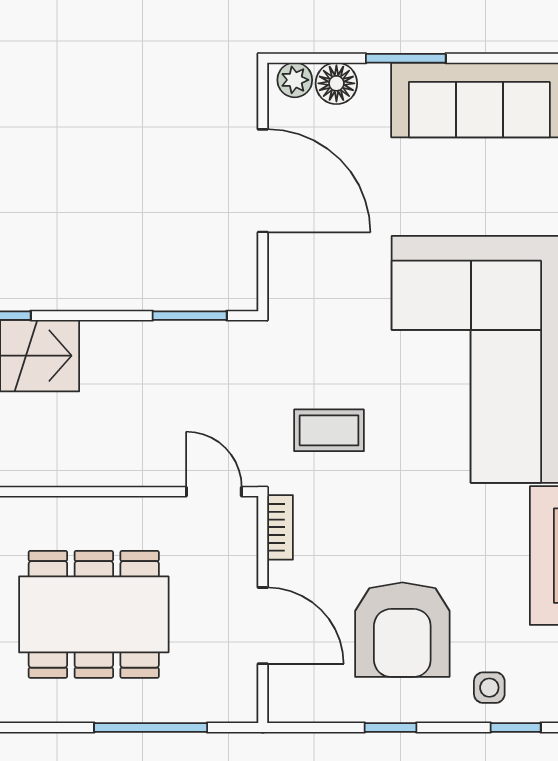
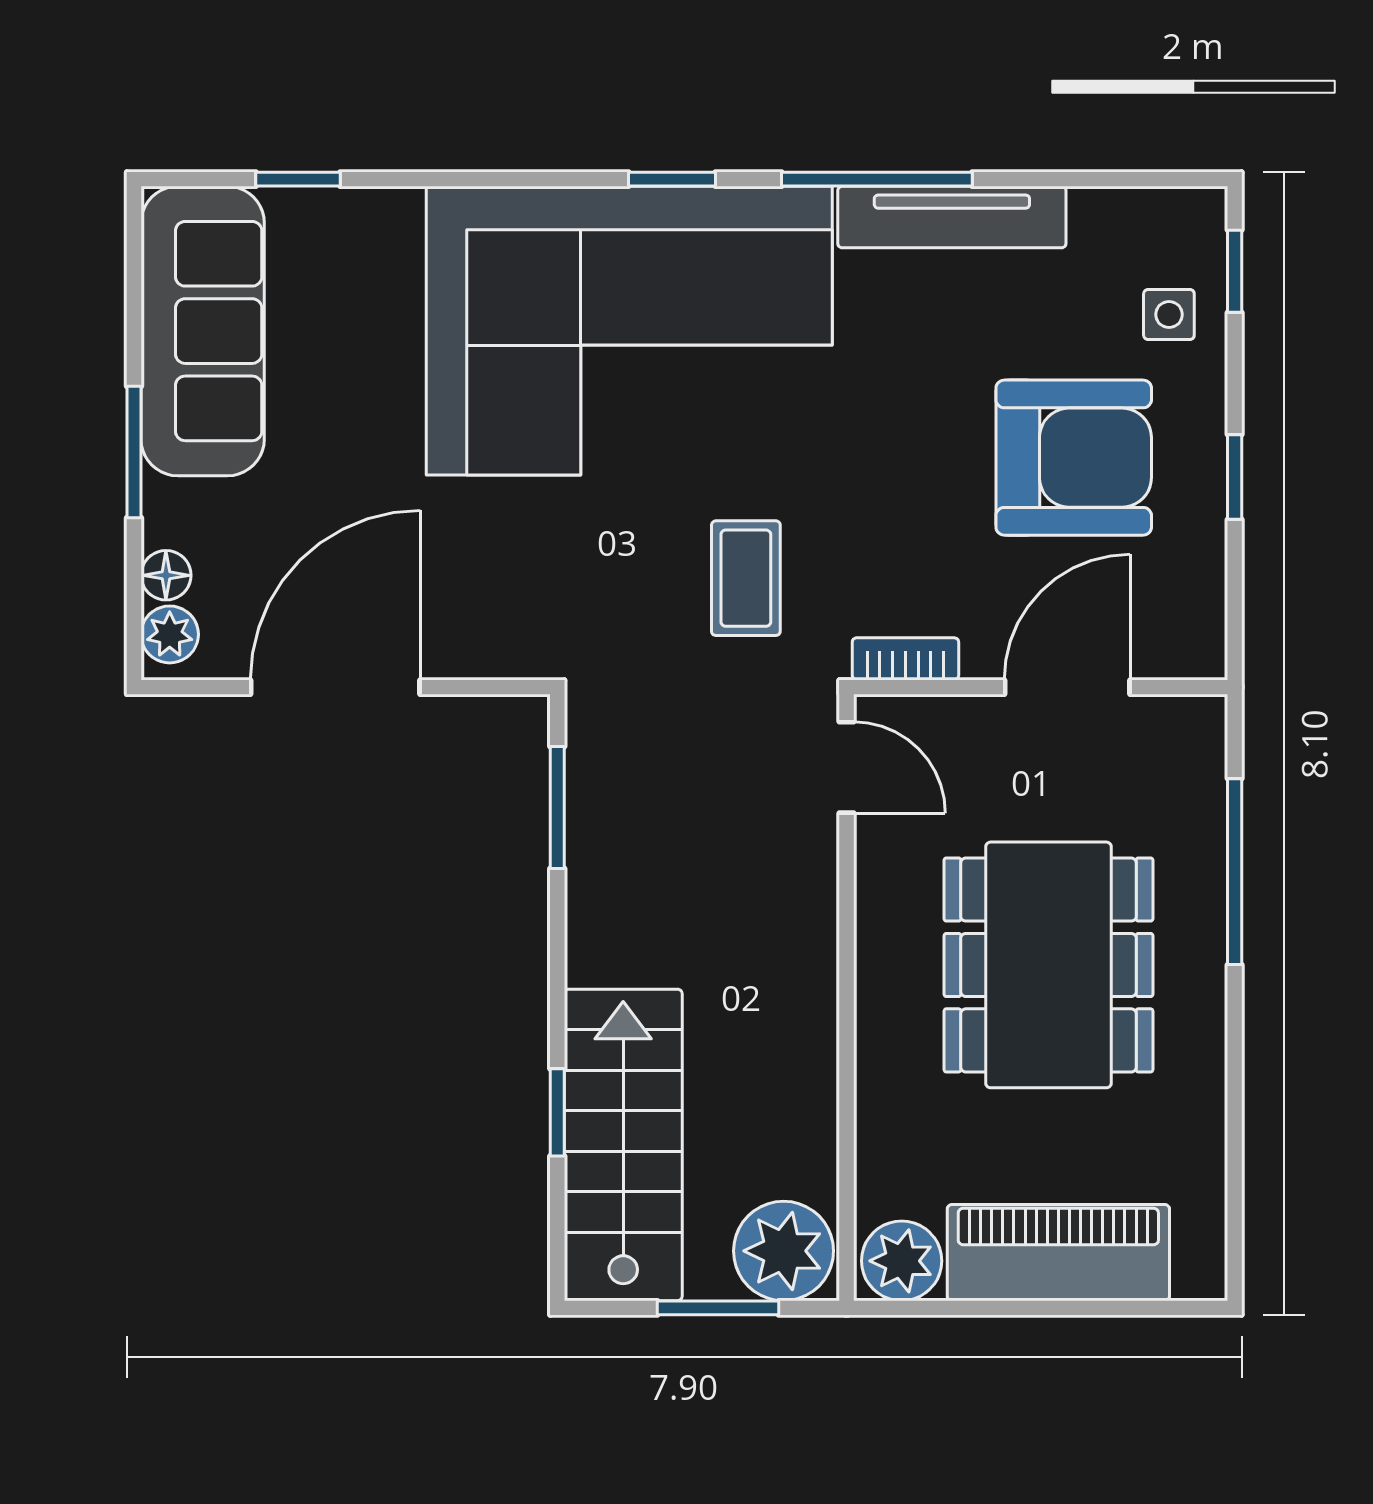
floor lamp: (336, 83) -> (166, 575), width x0.73, depth x0.73
door: (214, 492) -> (847, 767), swing flipped

